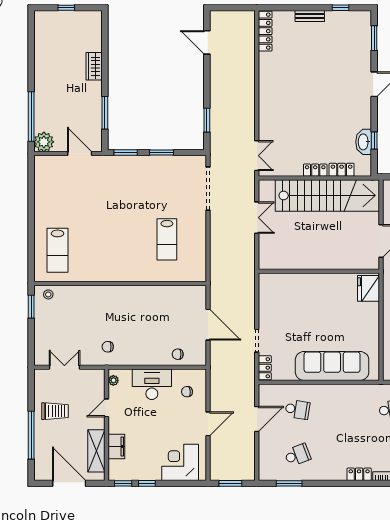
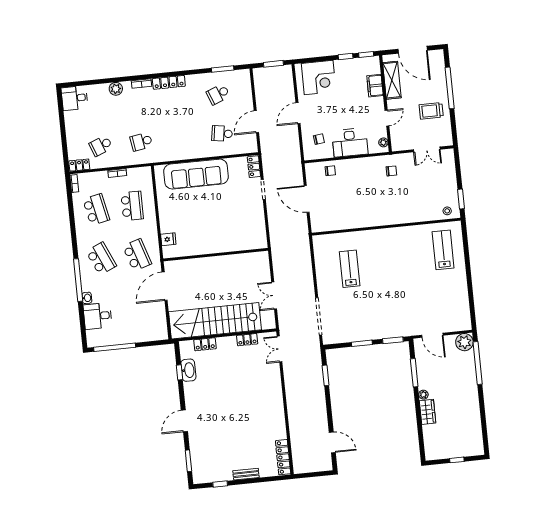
plant: (97, 87) -> (423, 395), added
locker: (315, 170) -> (247, 340), moved
fridge: (369, 288) -> (168, 239), width x0.53, depth x0.75
locker: (359, 474) -> (169, 82), width x1.53

